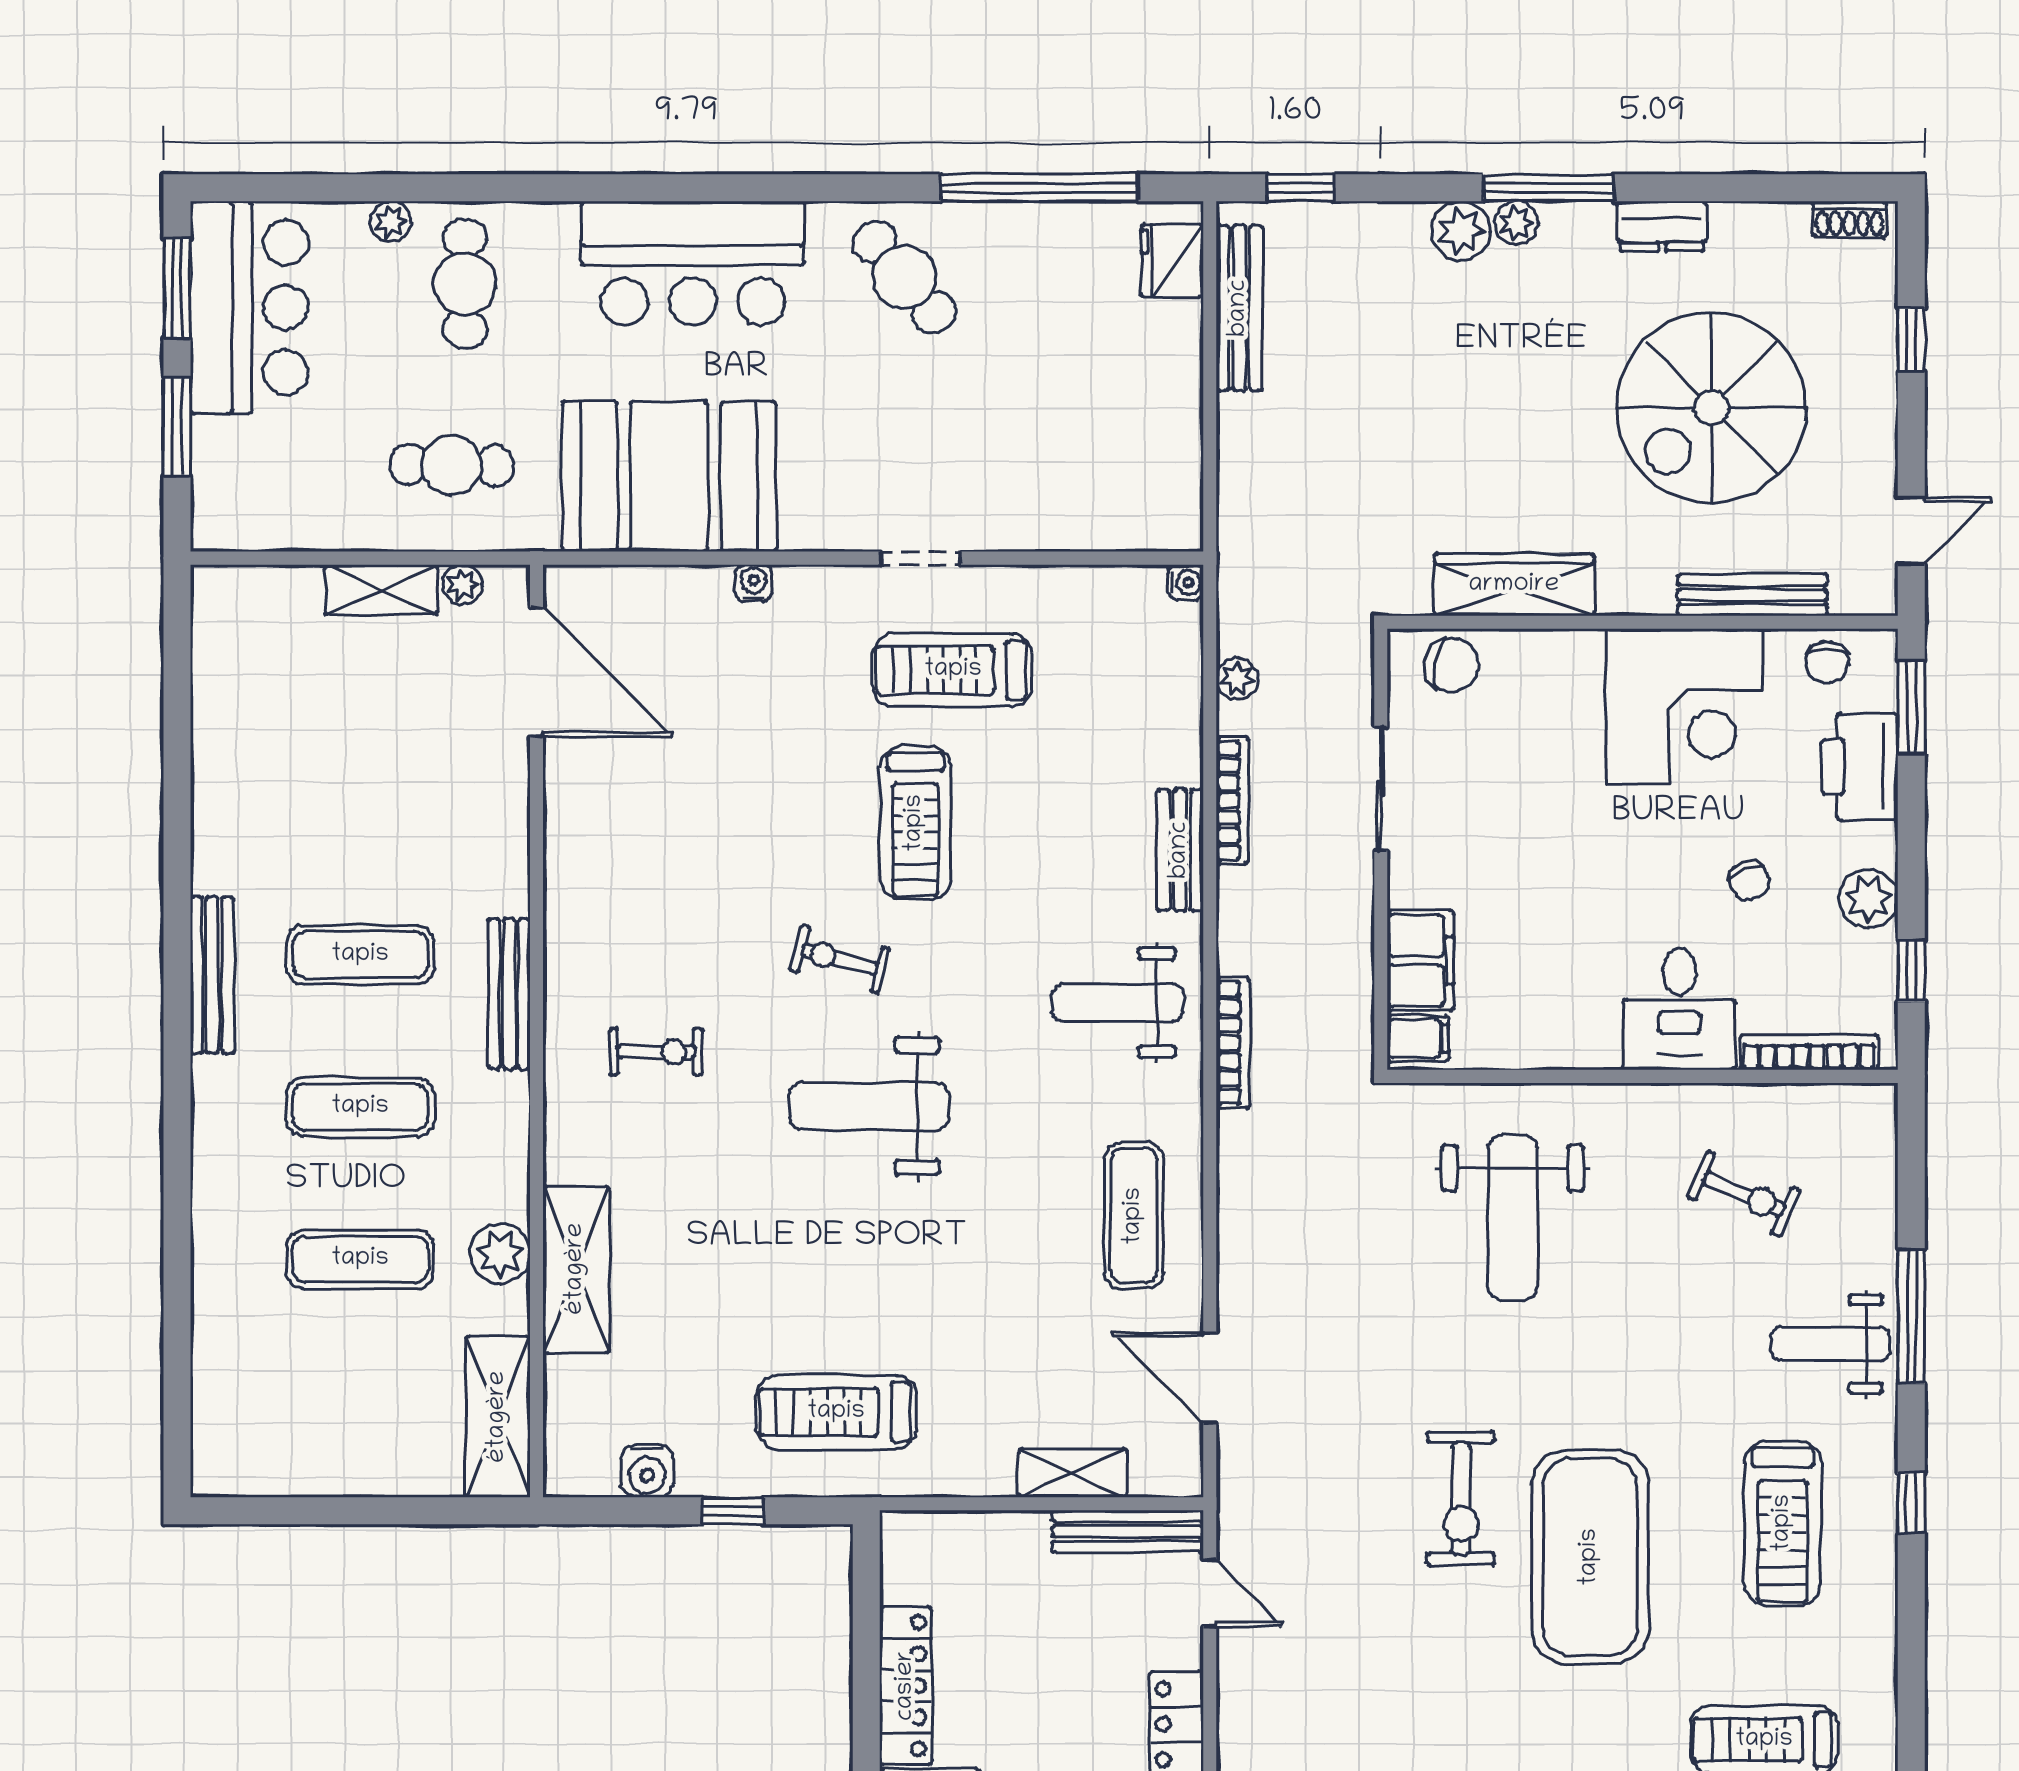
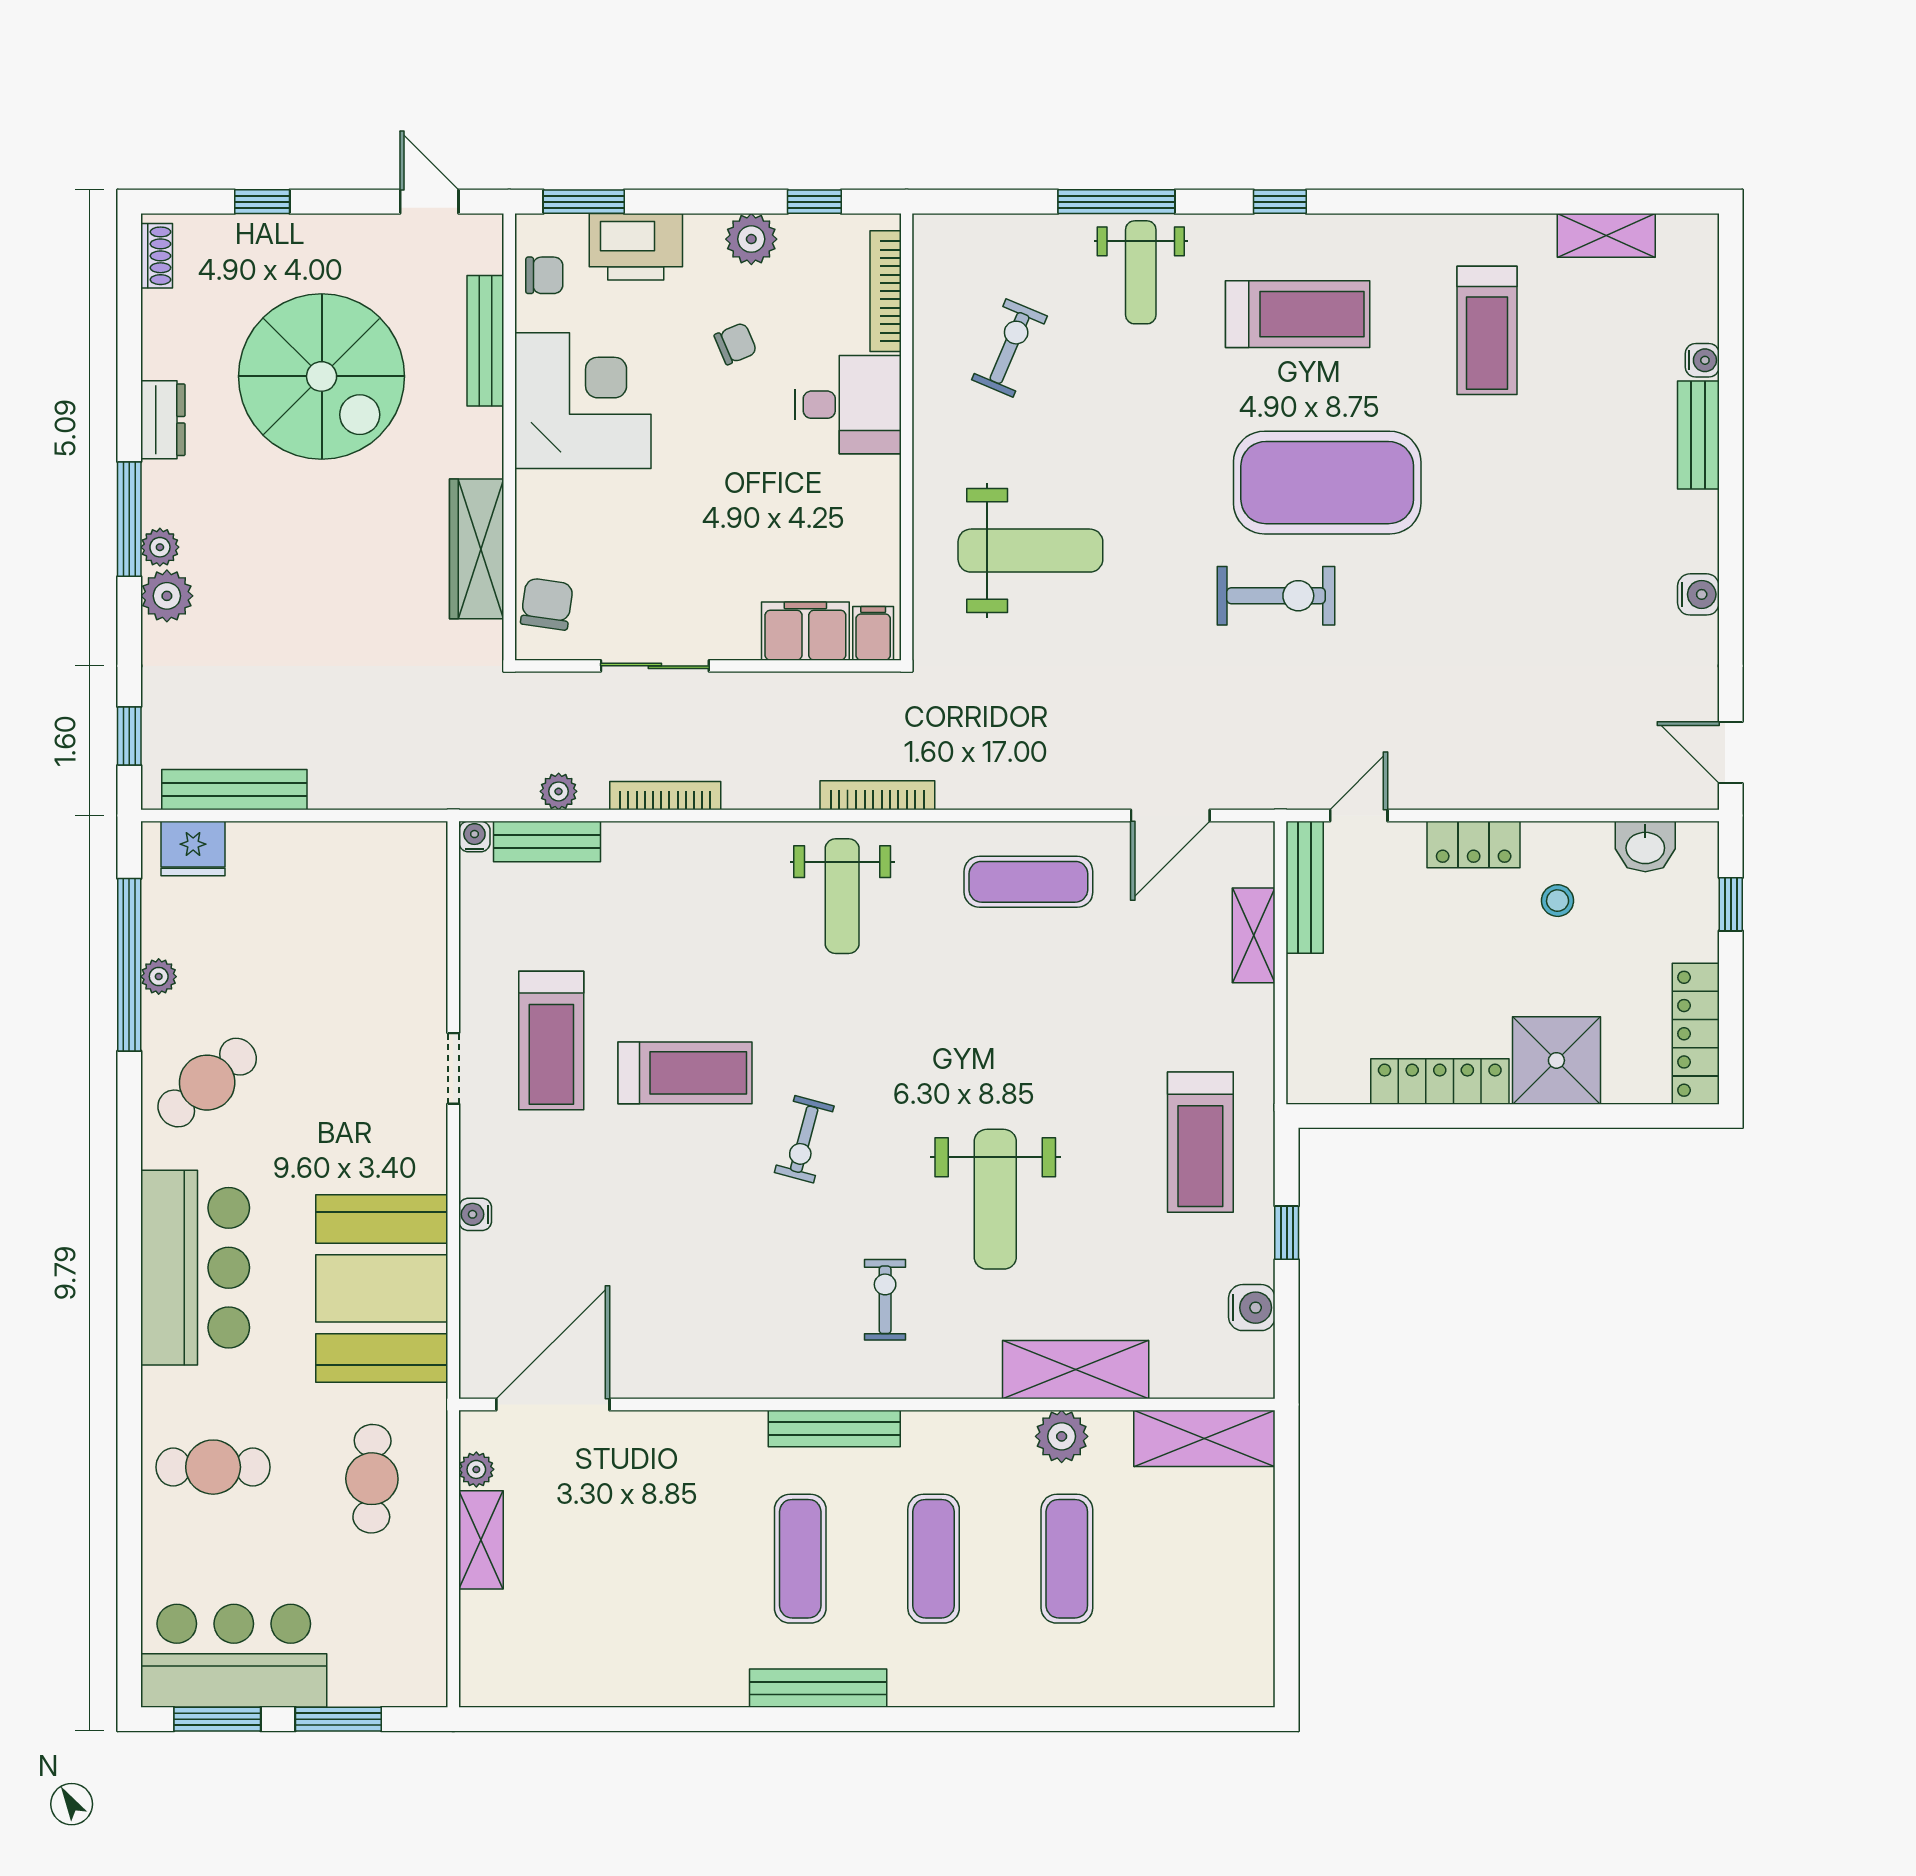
plant: (391, 221) -> (159, 977), moved
bench: (1180, 850) -> (547, 841), moved
weight bench: (869, 1106) -> (995, 1199), moved

